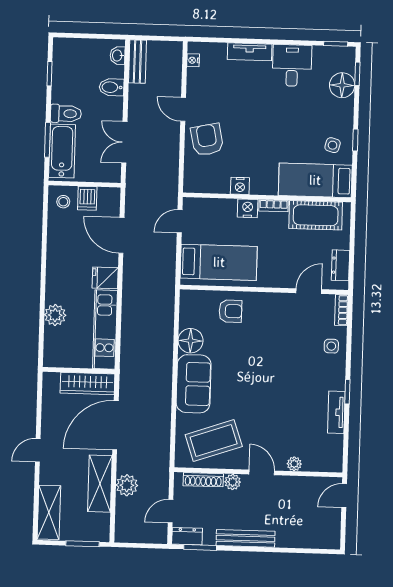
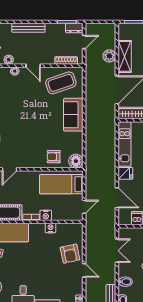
floor lamp: (191, 341) -> (76, 161), moved
plant: (233, 482) -> (9, 60), moved
bench: (246, 538) -> (28, 28), moved

